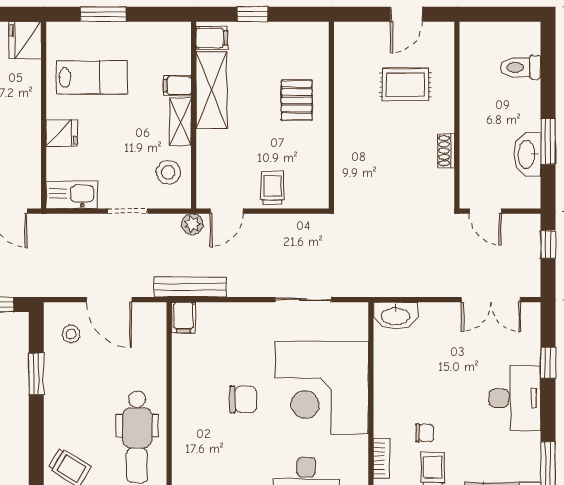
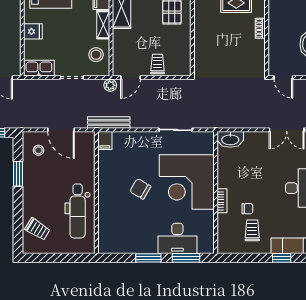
shoe rack: (446, 151) -> (260, 28), moved
chair: (243, 399) -> (140, 189), turned -150
bookcase: (381, 458) -> (222, 201), moved

